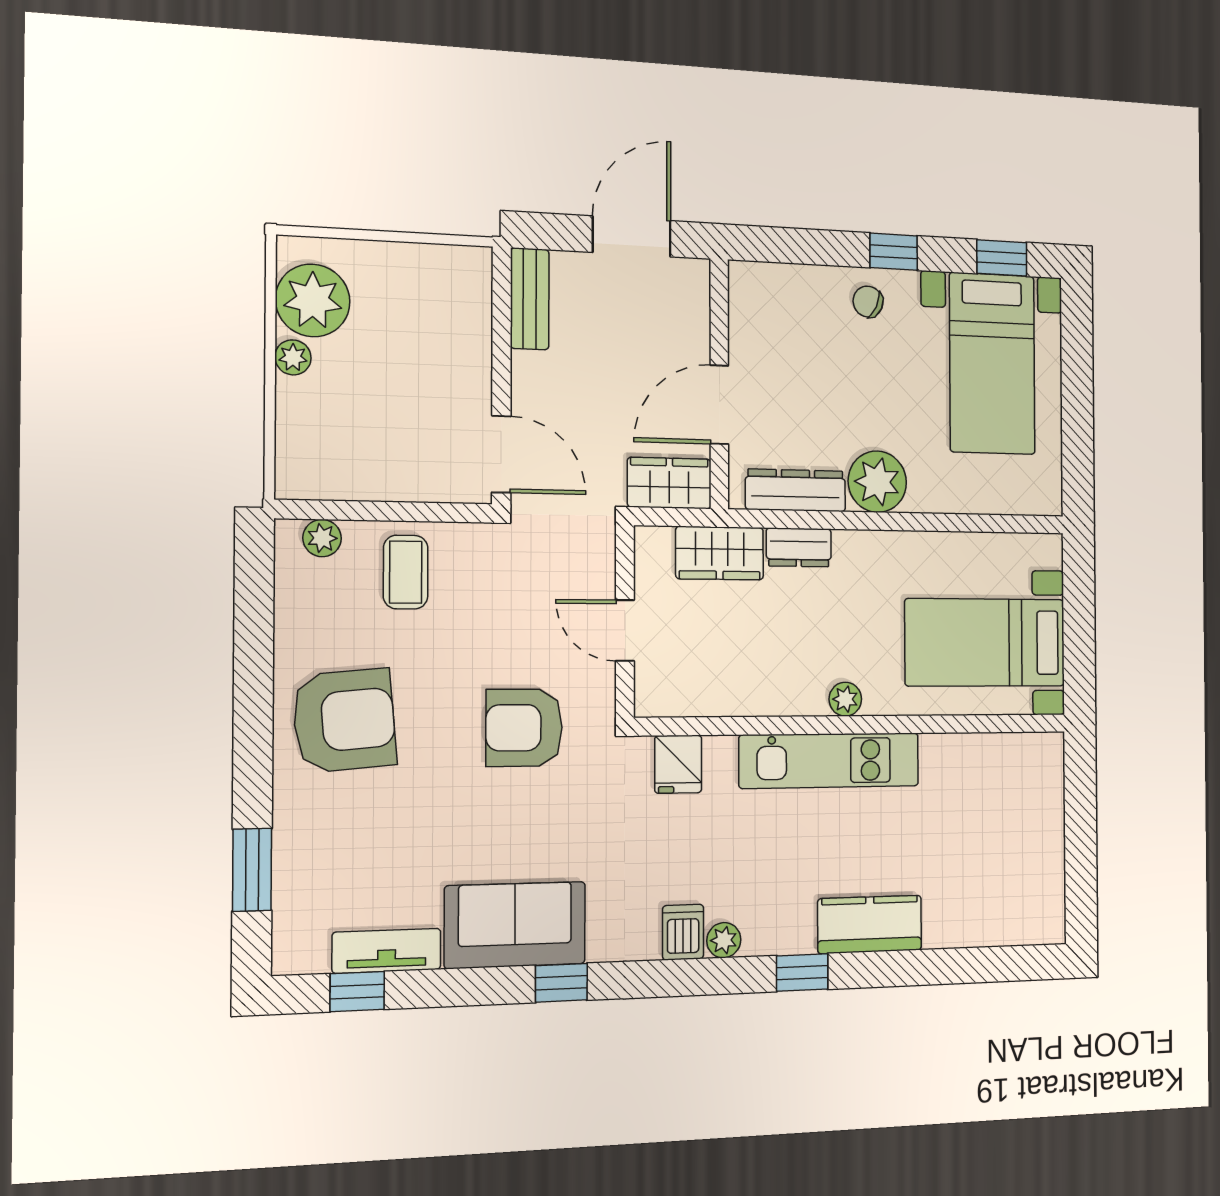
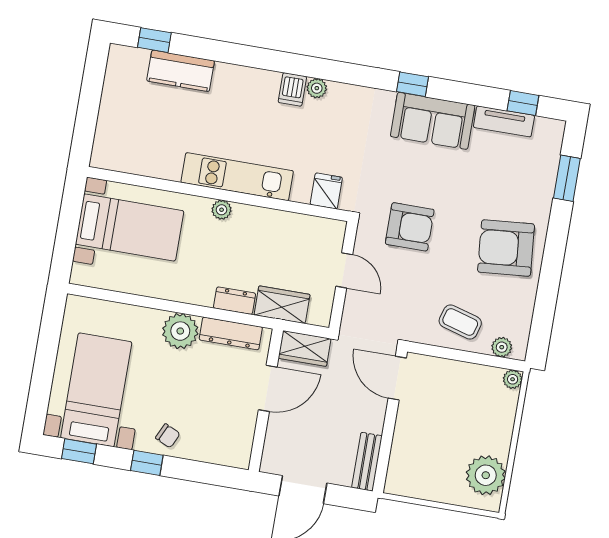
plant: (293, 357) -> (513, 379), moved
coffee table: (406, 572) -> (460, 322), turned -74
kitchen counter: (870, 924) -> (181, 71), moved
dishwasher: (683, 932) -> (292, 89), moved
window: (802, 972) -> (154, 40), moved

